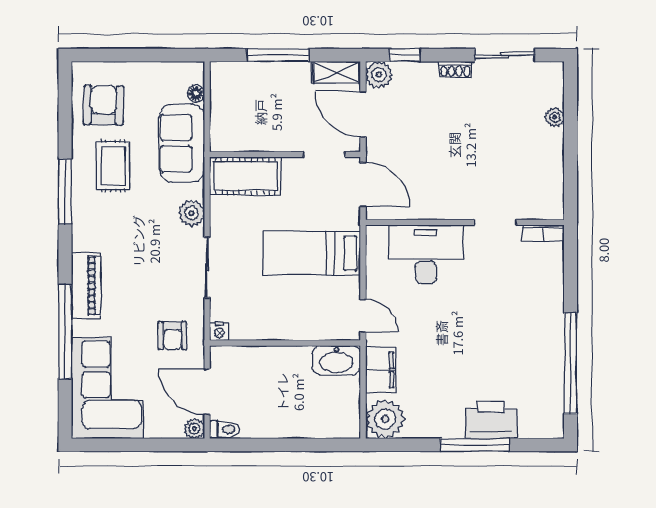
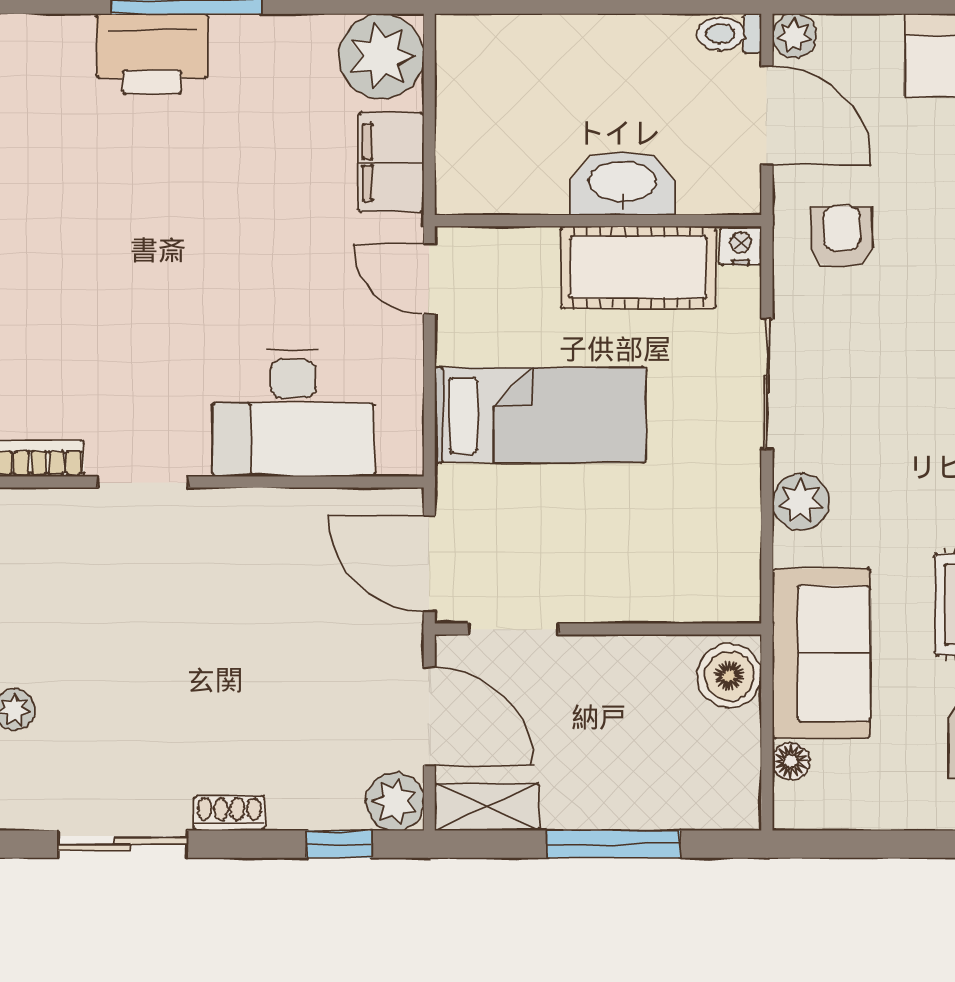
boiler: (224, 133) -> (729, 676), added
cot: (245, 176) -> (638, 267), moved
washbasin: (336, 360) -> (623, 183), moved

